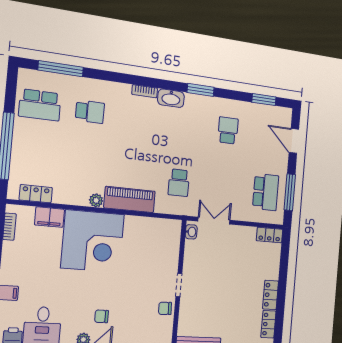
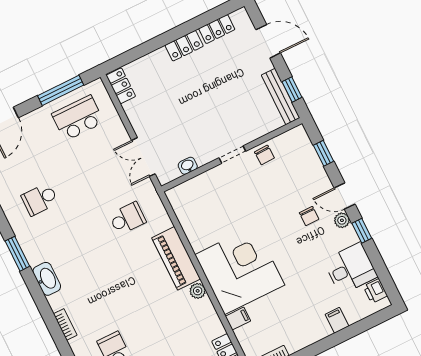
bookcase: (145, 91) -> (65, 324), moved
filing cabinet: (49, 217) -> (238, 319), width x0.50
washbasin: (191, 232) -> (188, 166), moved

